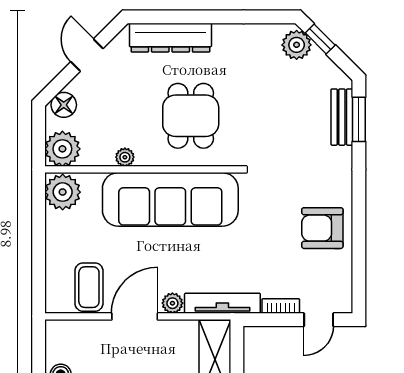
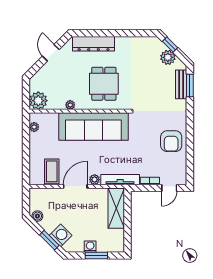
plant: (297, 45) -> (168, 57), moved
floor lamp: (64, 105) -> (39, 78), removed
plant: (63, 192) -> (34, 127), width x0.53, depth x0.53
armchair: (322, 228) -> (171, 141), turned -90

